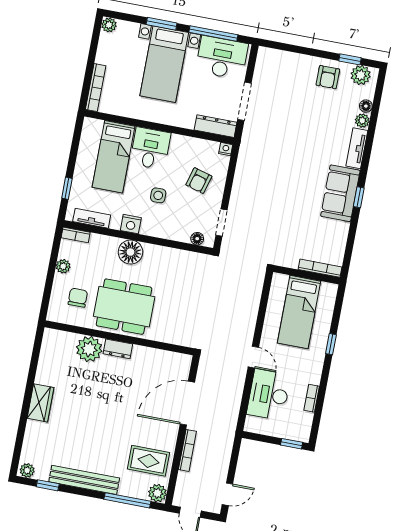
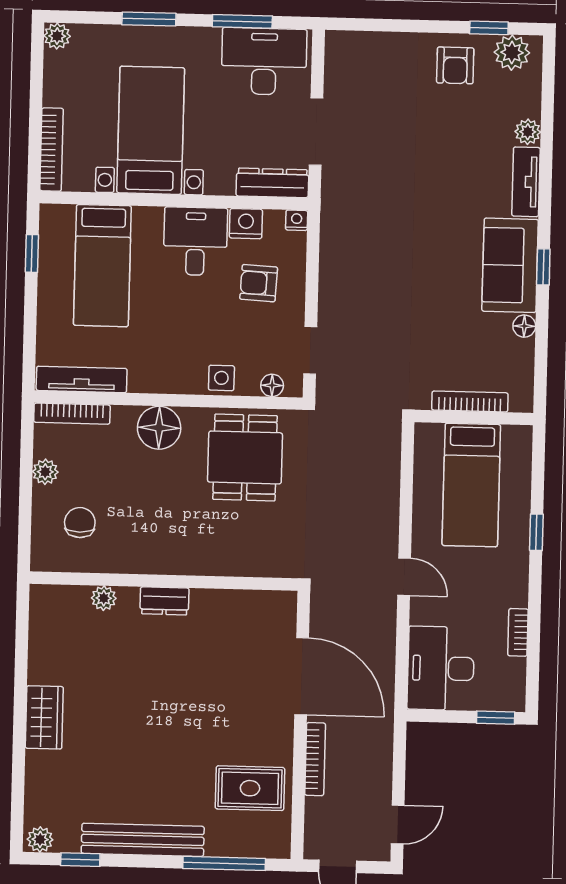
window: (213, 33) -> (242, 21), width x0.69
bed with nightstands: (164, 64) -> (151, 130), moved, turned 180
floor lamp: (366, 106) -> (524, 326), moved
desk: (150, 148) -> (195, 241), moved
armchair: (199, 181) -> (259, 283), turned 77
window: (67, 188) -> (32, 253), moved
side table: (158, 195) -> (221, 378), moved
tv unit: (92, 218) -> (82, 379), width x1.41
nightstand: (131, 224) -> (246, 224), moved, turned 180
bookcase: (76, 235) -> (72, 414), width x1.56
bookcase: (320, 268) -> (470, 401), moved
dining table: (124, 307) -> (245, 457), moved, width x0.73
plant: (89, 349) -> (104, 598), width x0.53, depth x0.53
desk: (269, 395) -> (441, 668), moved
door: (187, 403) -> (302, 676), swing flipped
plant: (157, 493) -> (275, 842), removed

